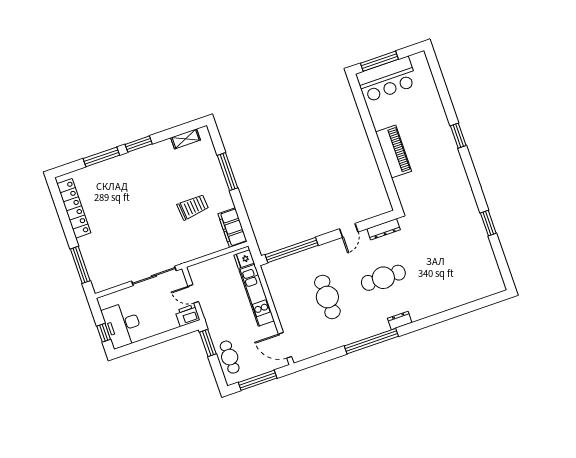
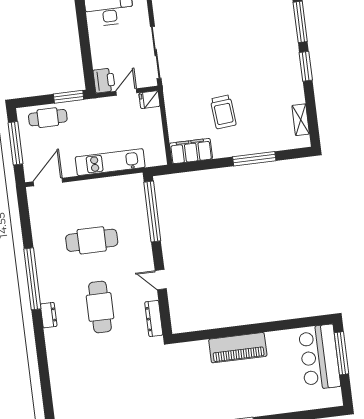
fridge: (244, 259) -> (149, 100), moved, turned -90

